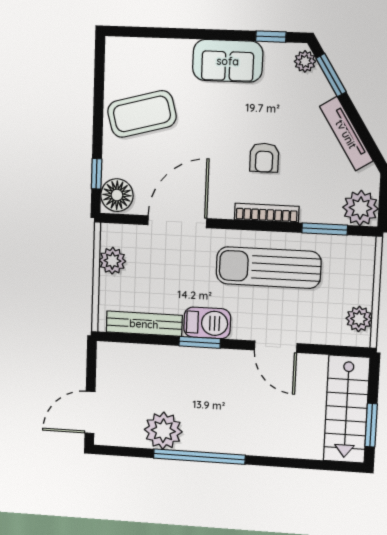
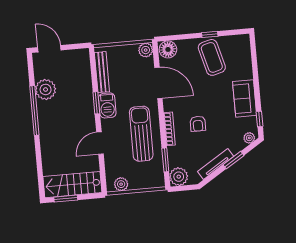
window: (331, 75) -> (234, 160), moved
armchair: (264, 158) -> (198, 124), turned -90
window: (97, 174) -> (210, 34), moved
plant: (112, 261) -> (146, 50), moved

